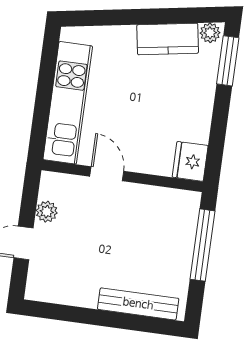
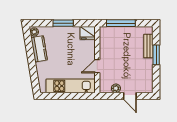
window: (228, 61) -> (63, 23), moved
bench: (138, 304) -> (148, 46), width x0.73
window: (114, 320) -> (156, 55), added

